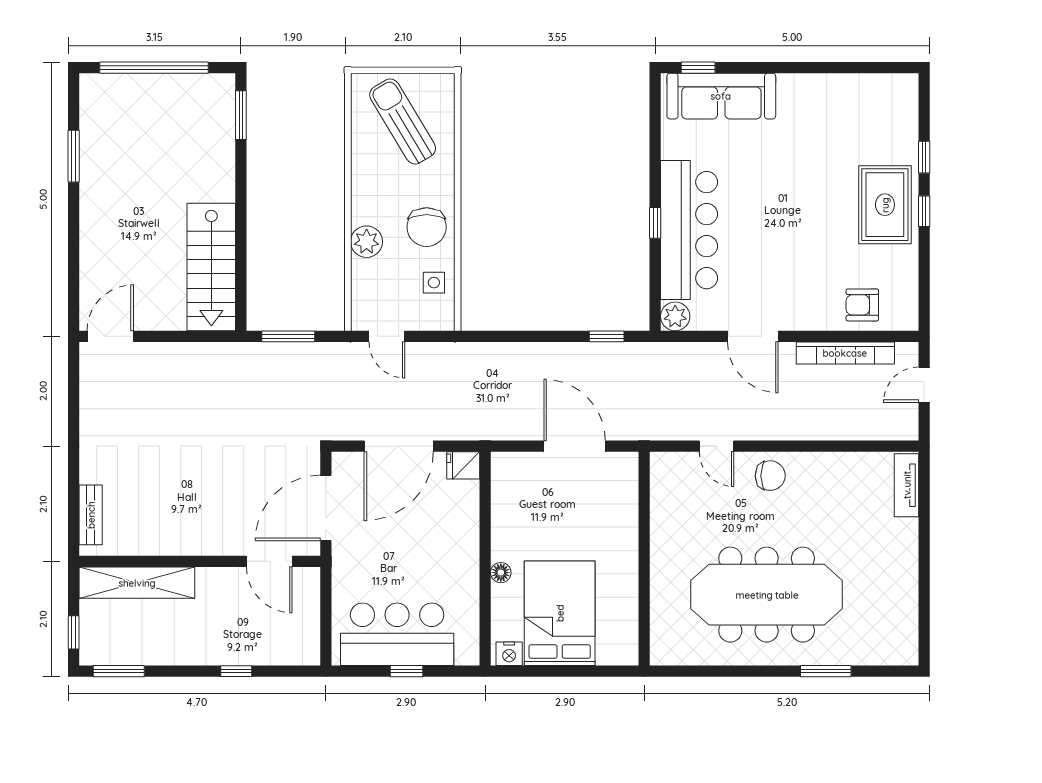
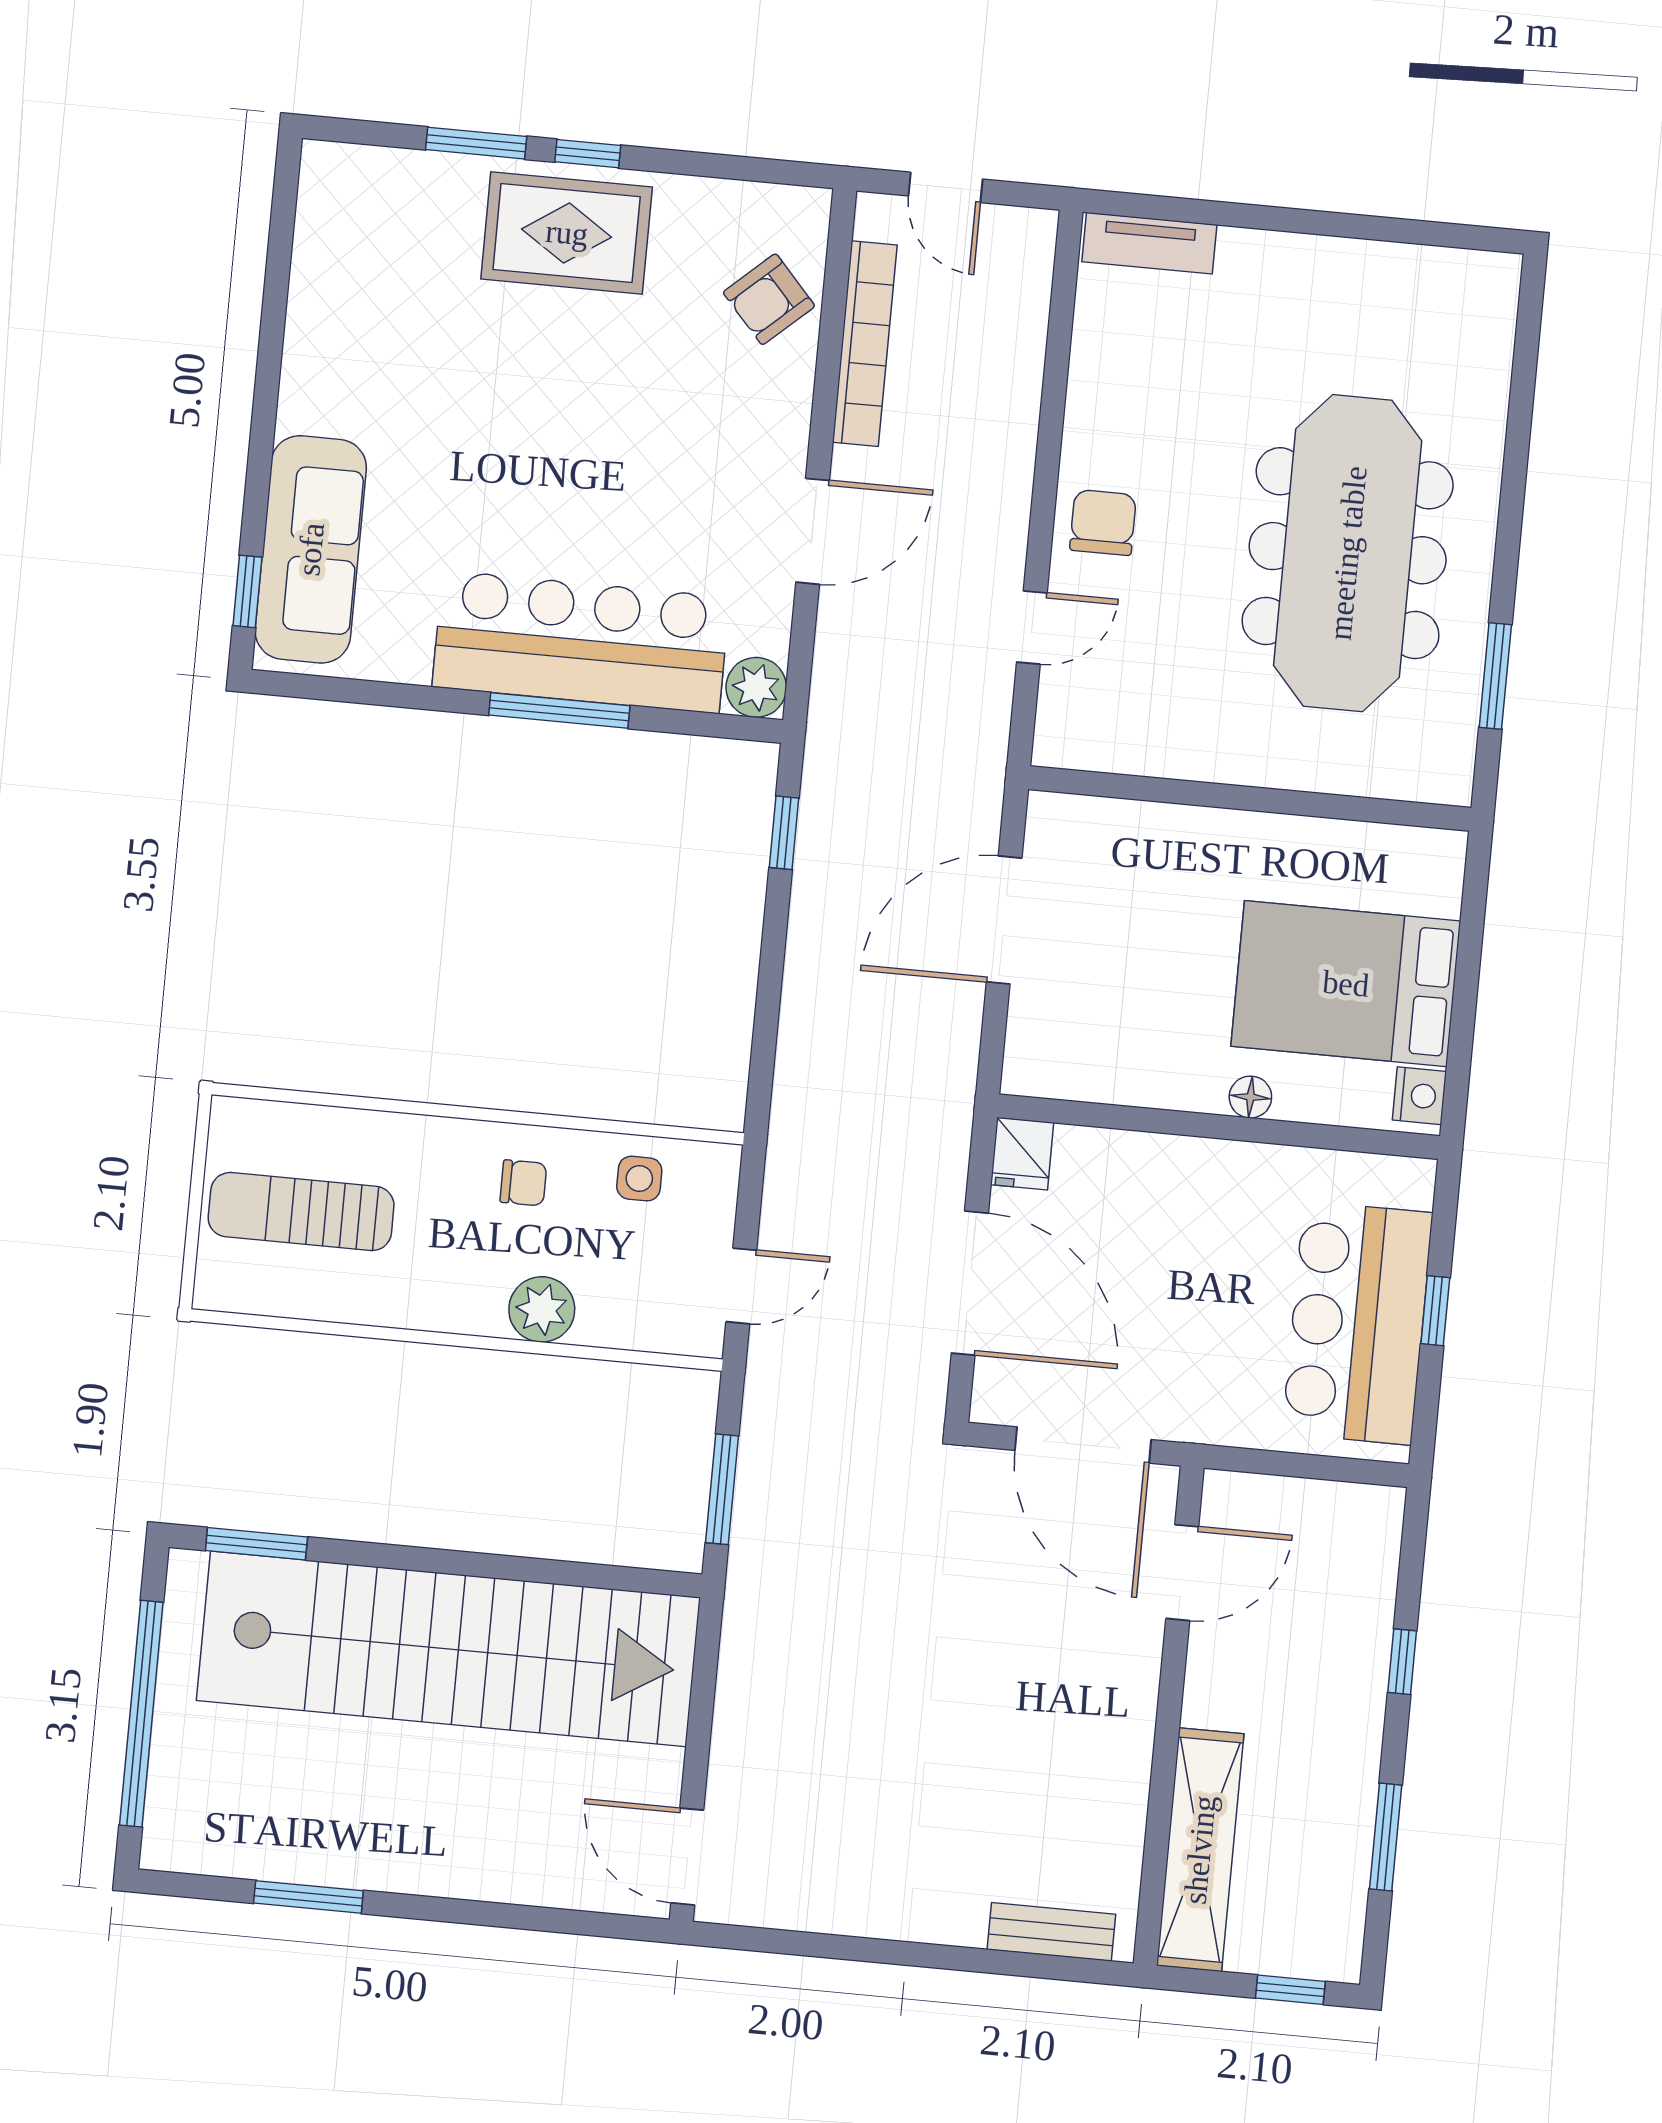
sun lounger: (403, 121) -> (301, 1212), turned 31
window: (924, 157) -> (476, 143), width x1.50
window: (655, 223) -> (559, 710), width x2.17
chair: (427, 227) -> (523, 1183), width x0.54, depth x0.54
stairs: (211, 267) -> (448, 1649), width x1.86, depth x1.51
armchair: (862, 305) -> (769, 299), turned 48
window: (119, 671) -> (1386, 1837), moved
window: (826, 671) -> (1495, 676), moved

